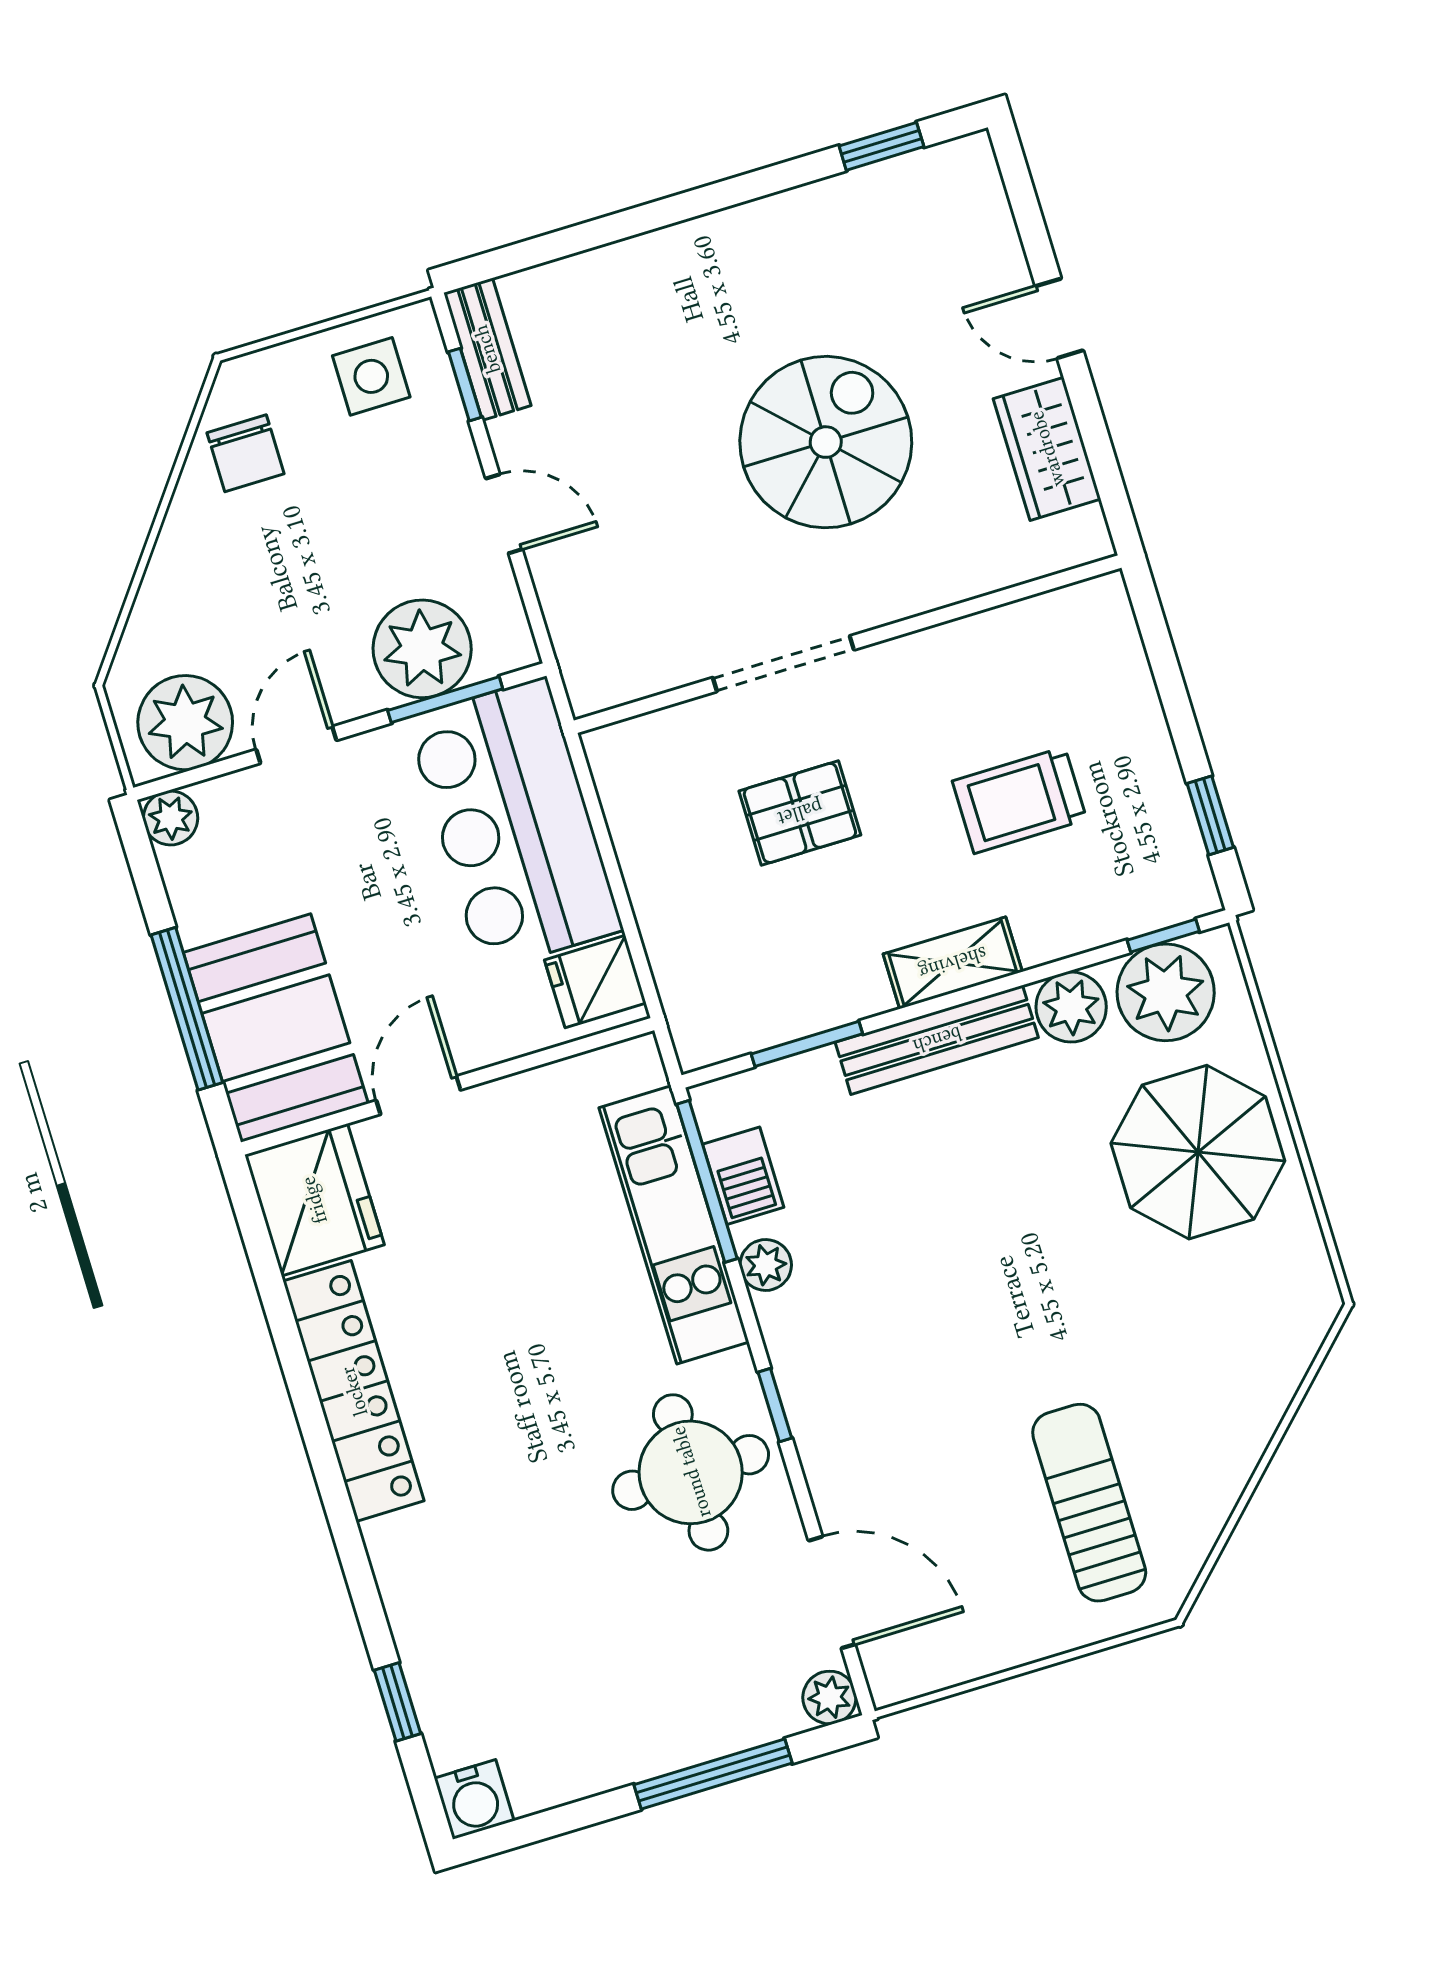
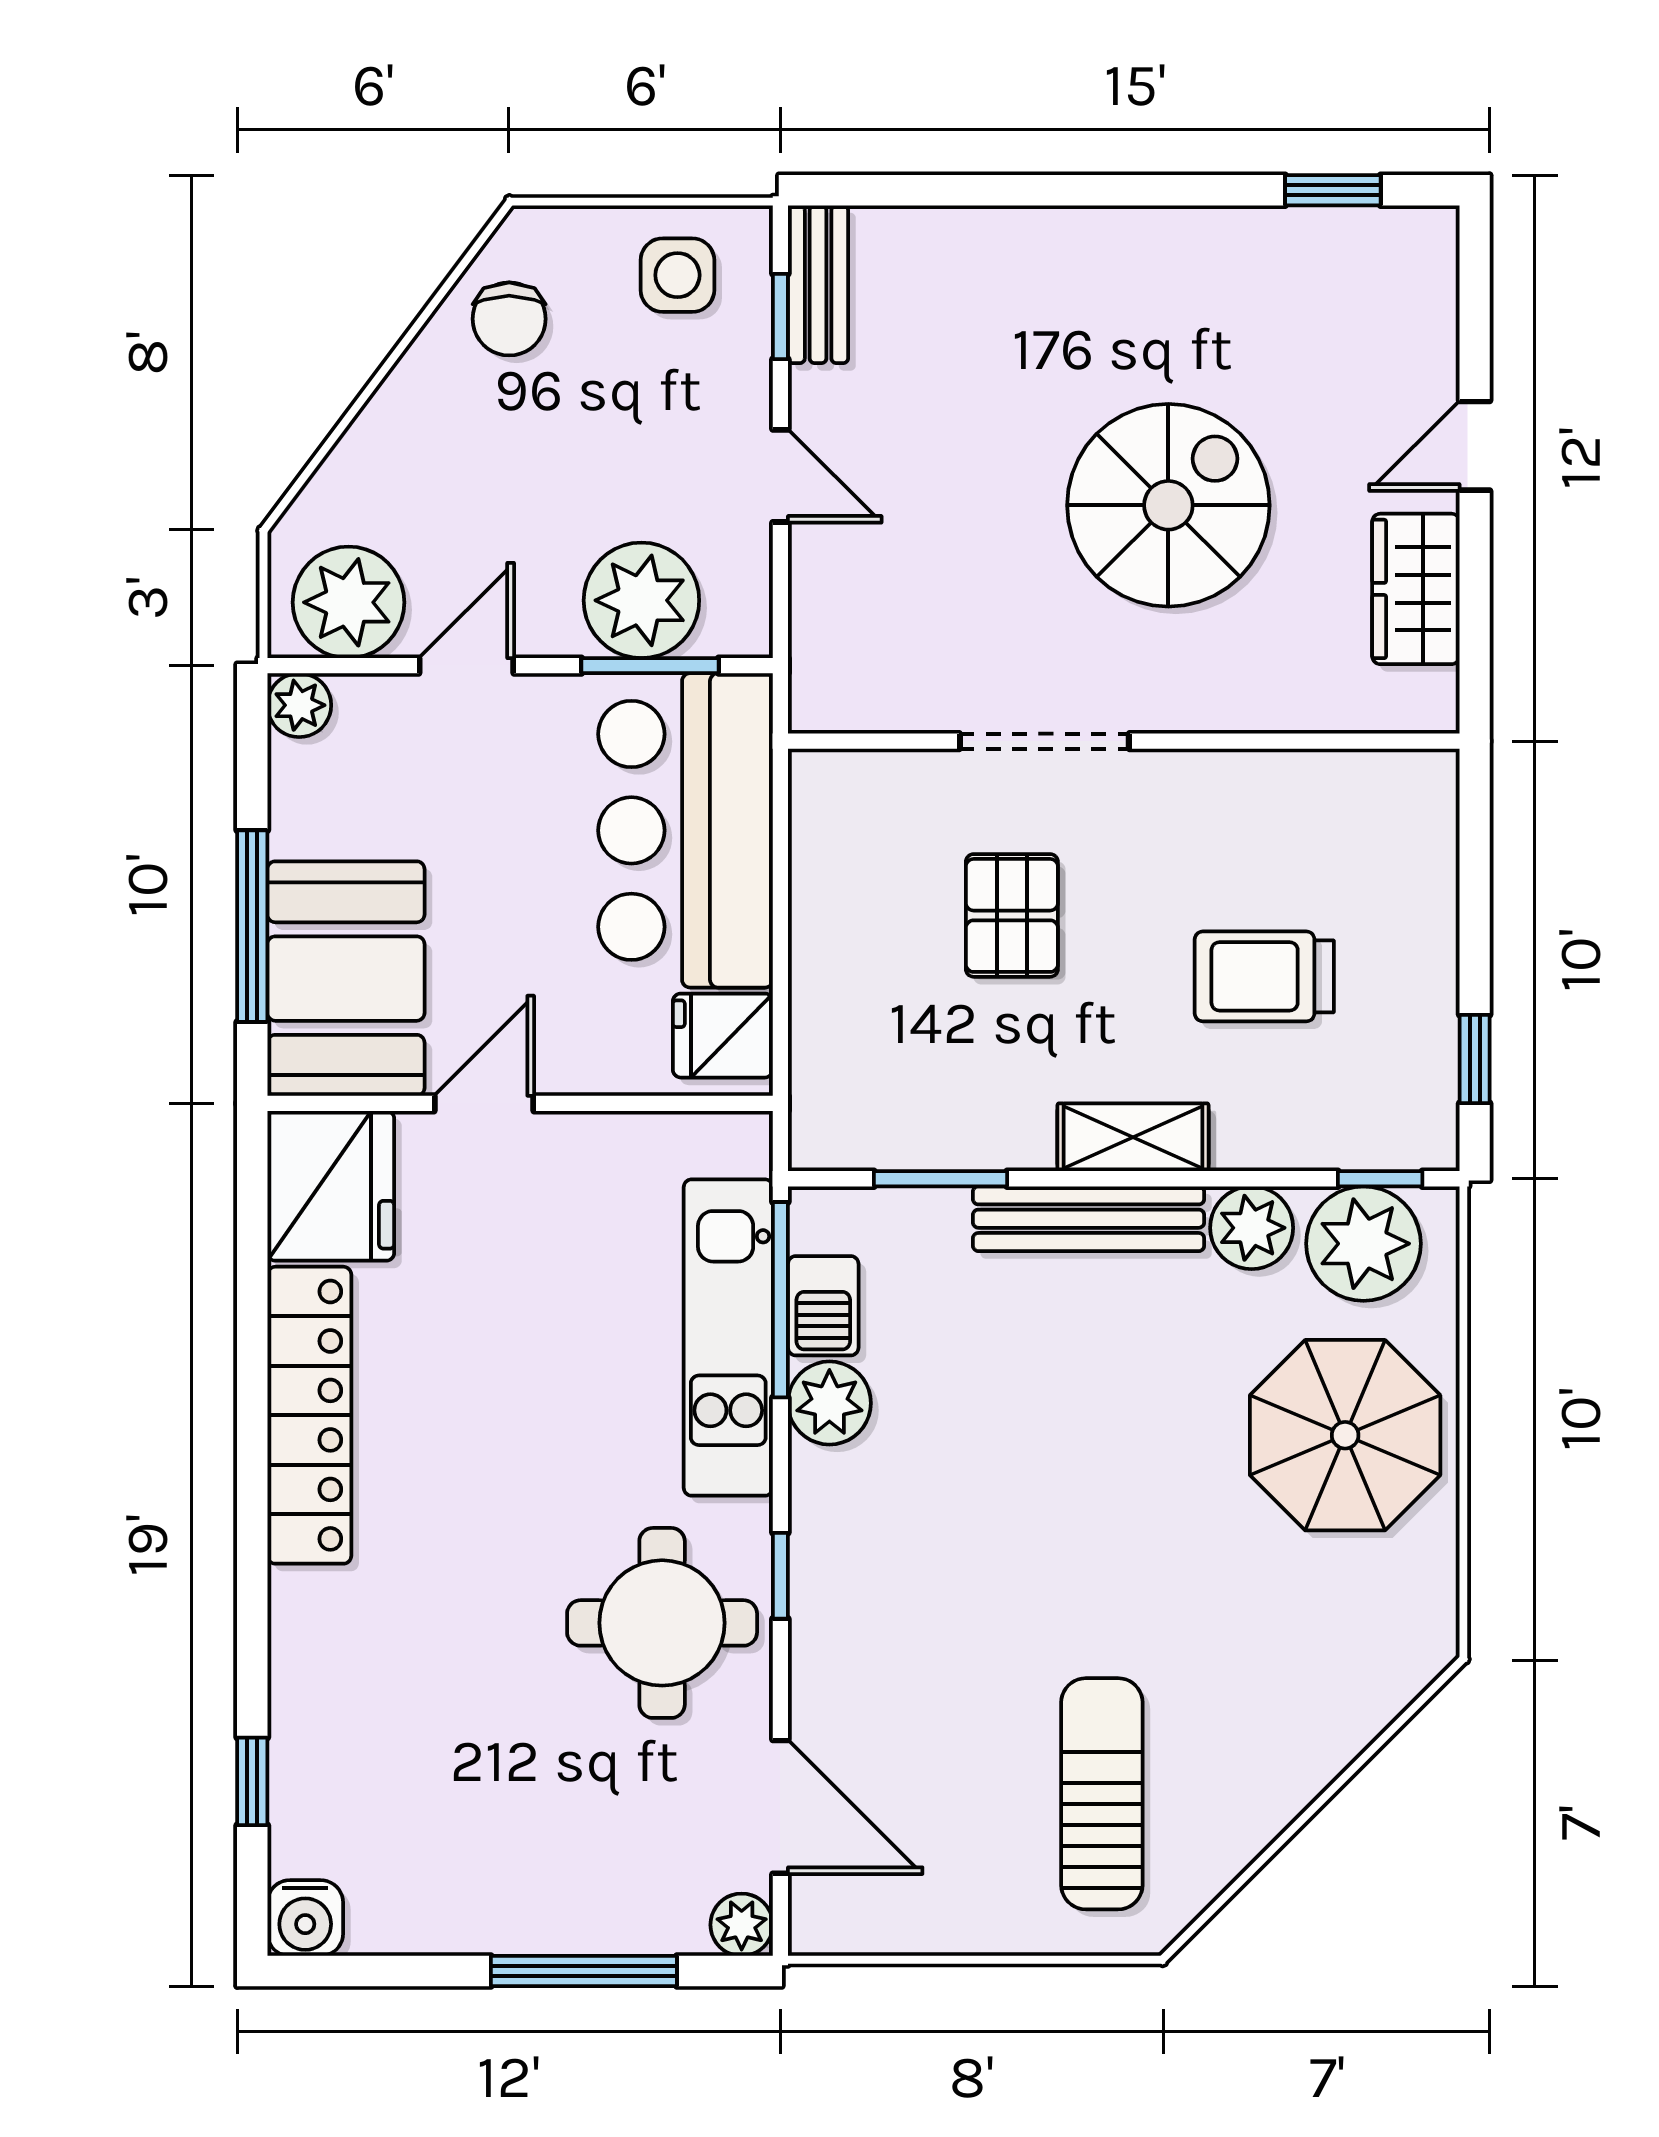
door: (1059, 318) -> (1475, 446), hinge flipped
pallet: (800, 813) -> (1012, 915), turned 90
plant: (766, 1265) -> (829, 1403), width x1.38, depth x1.38

